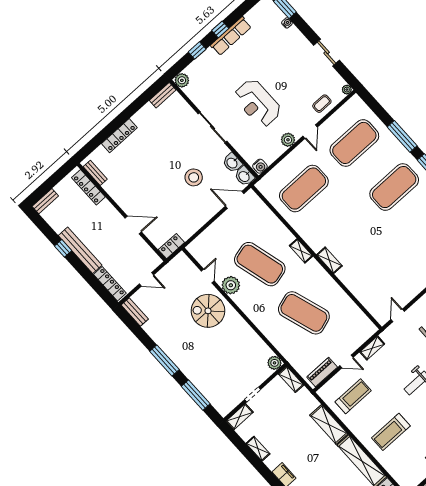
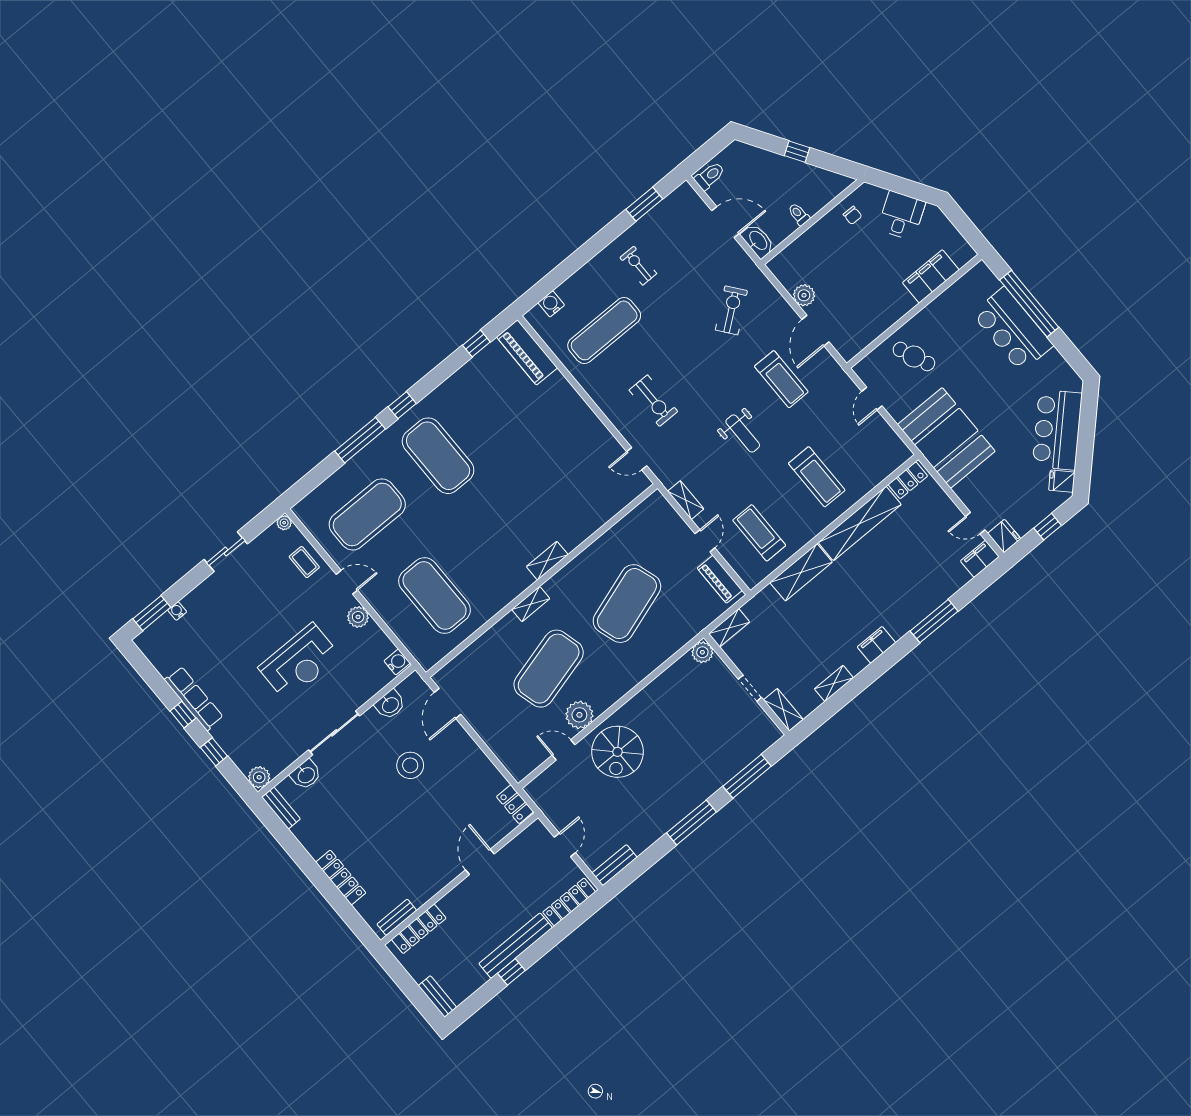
exercise mat: (354, 143) -> (367, 514), turned 90
washbasin: (244, 176) -> (306, 775), moved

